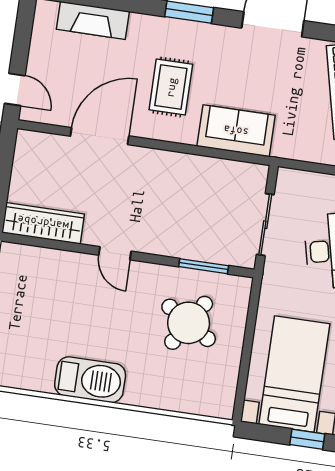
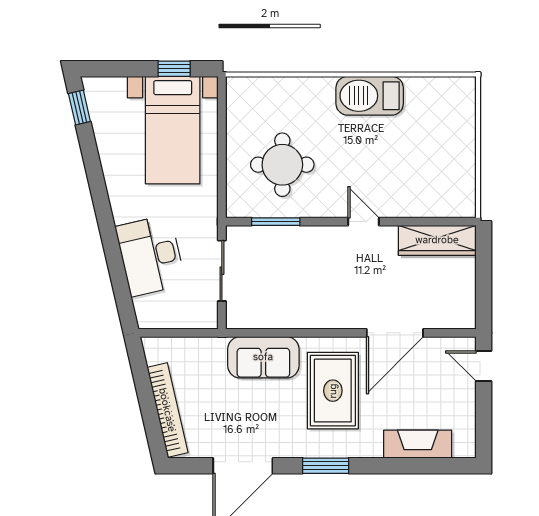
rug: (171, 87) -> (333, 391), width x1.36, depth x1.43
round table: (189, 323) -> (282, 165), turned -32
window: (307, 439) -> (174, 69), moved

